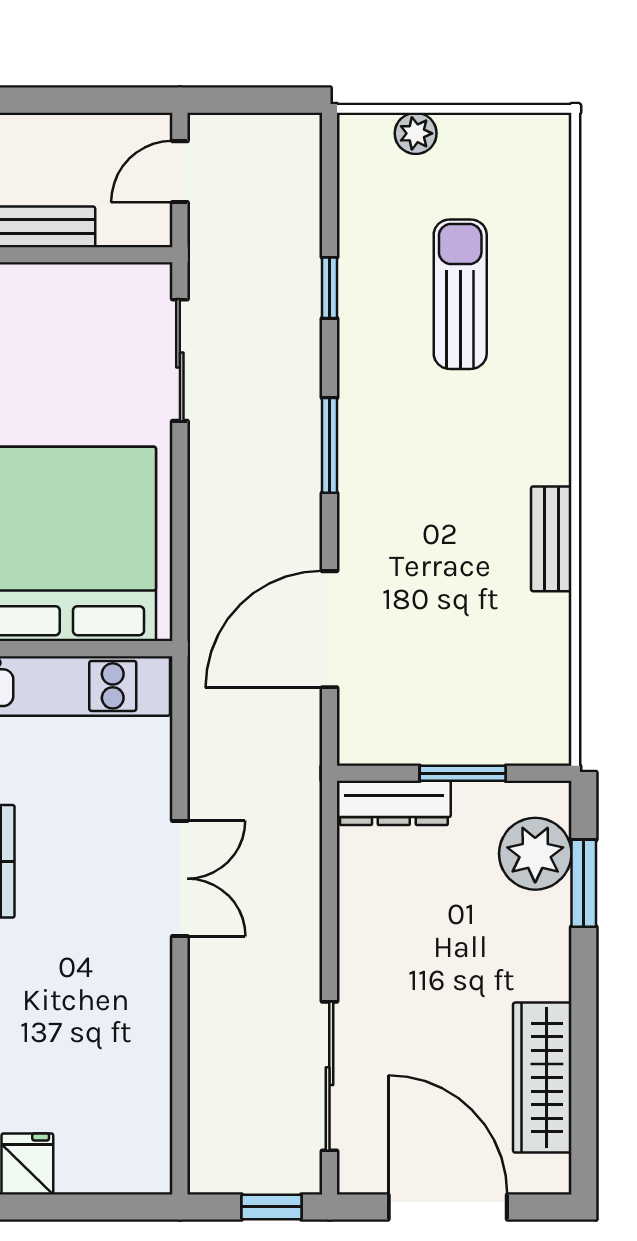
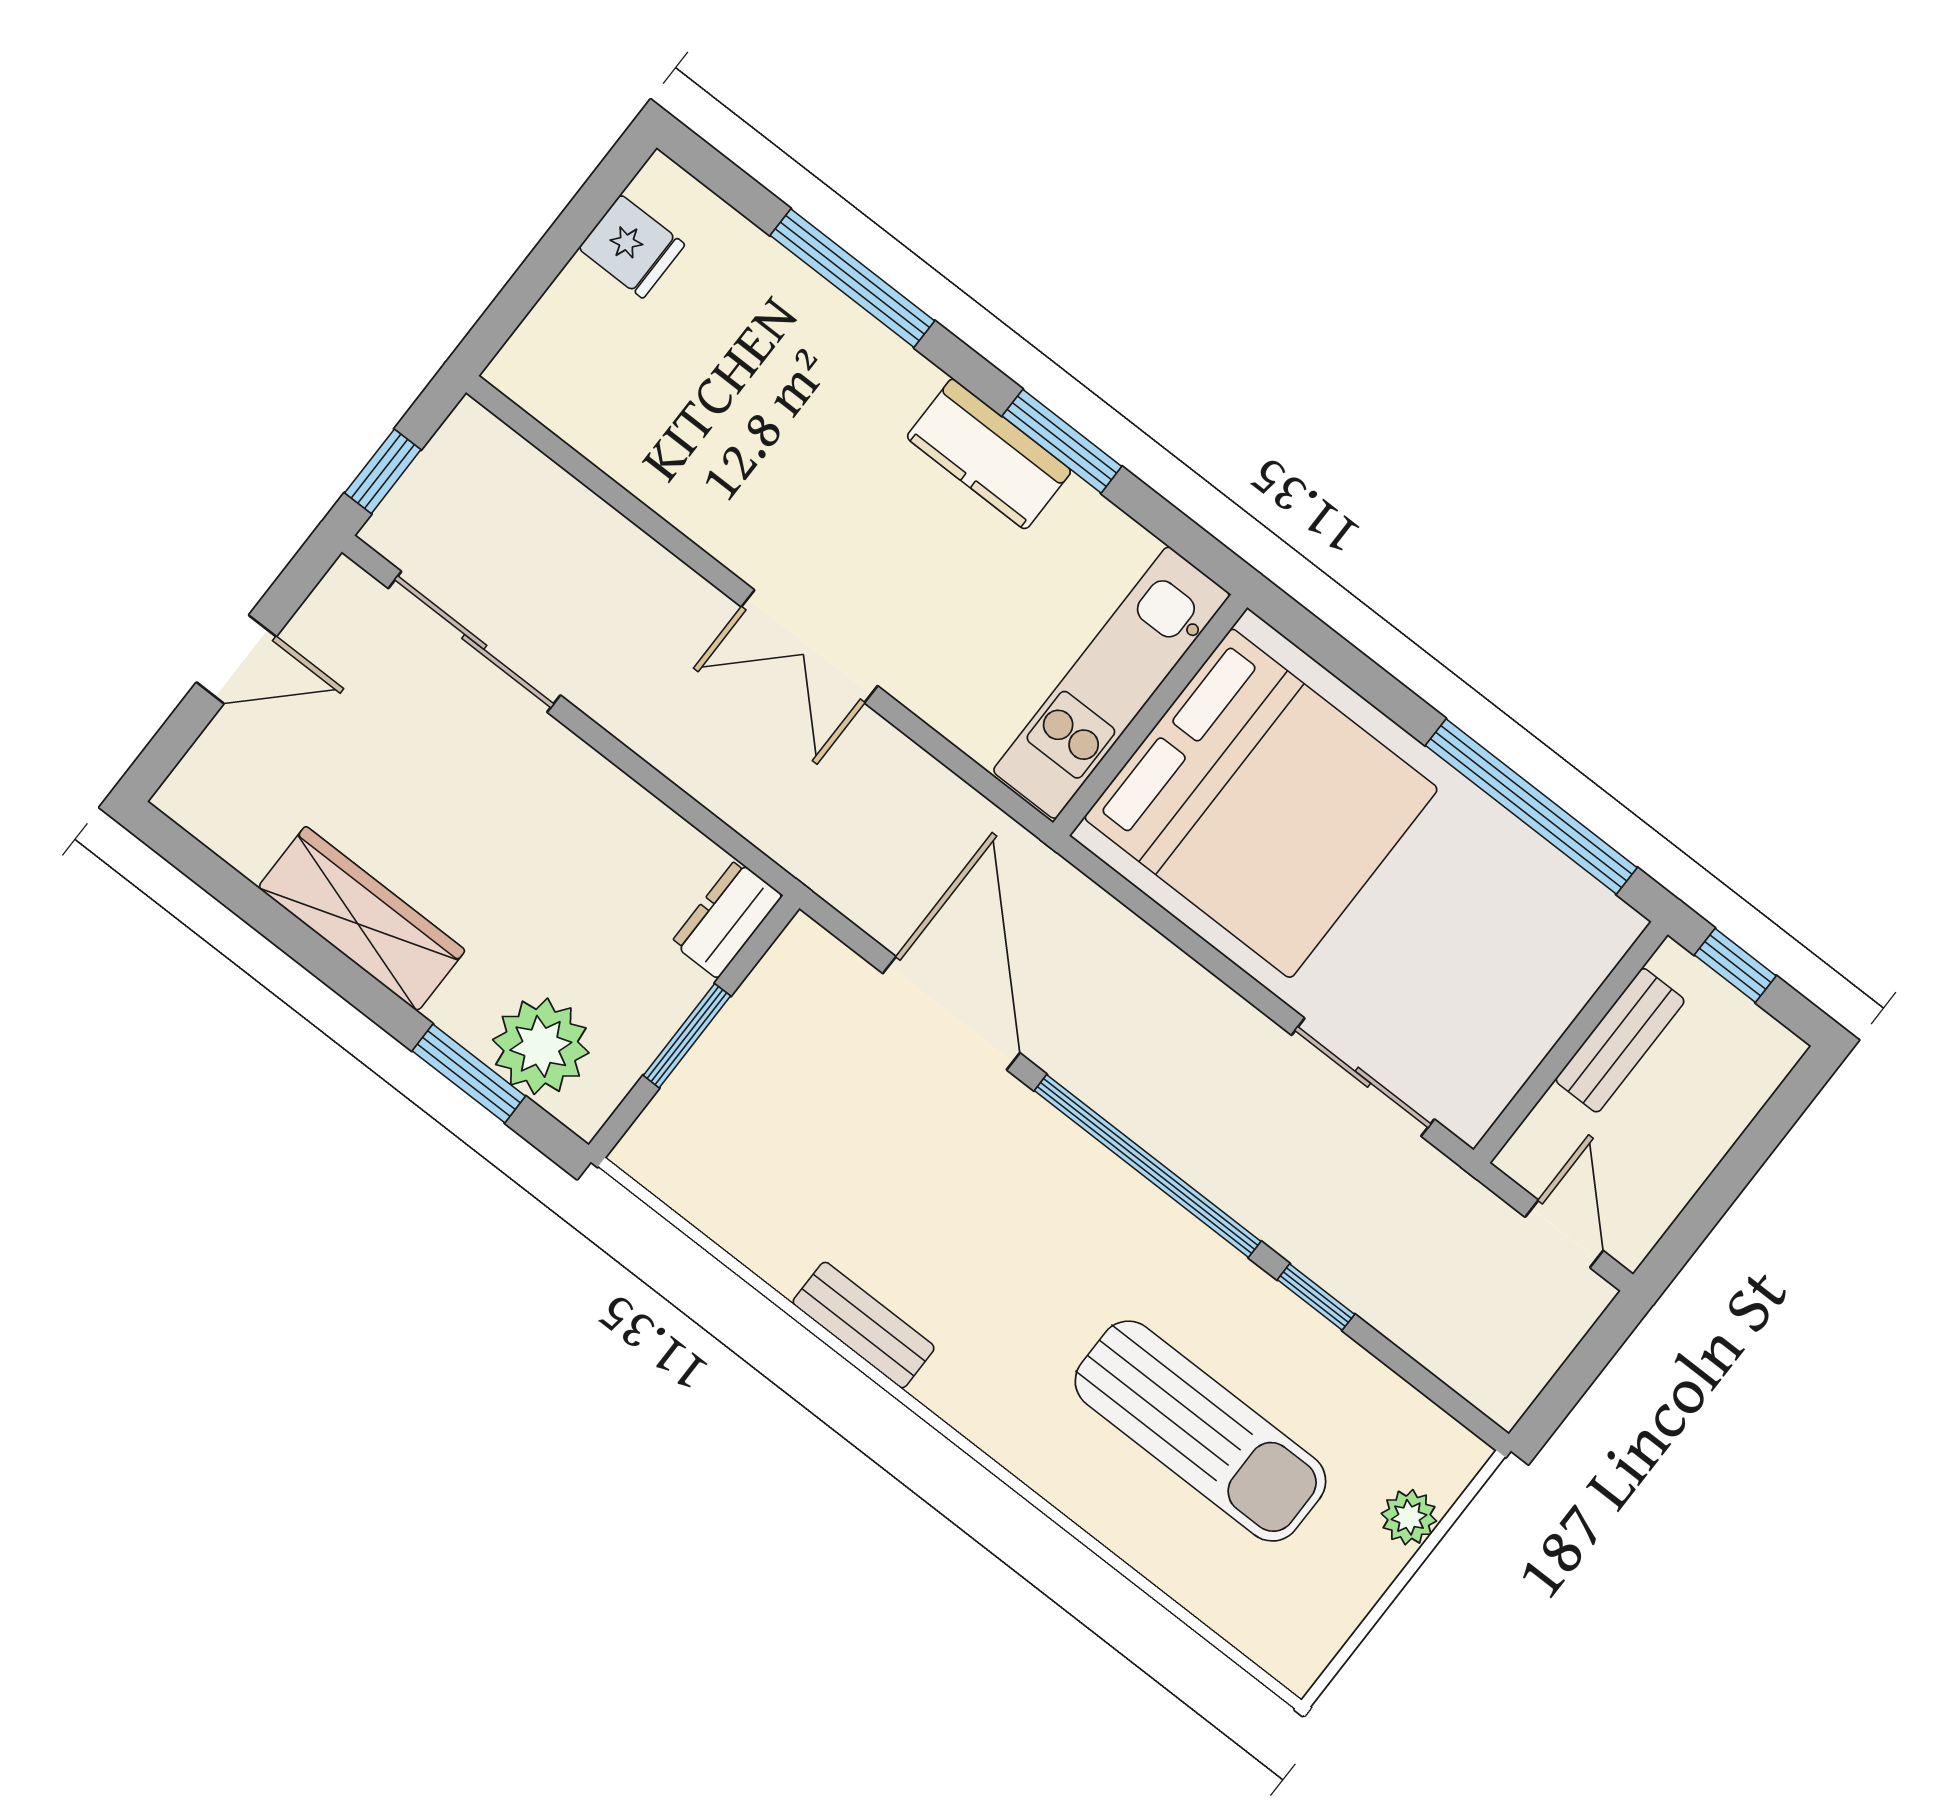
sun lounger: (460, 294) -> (1200, 1431), width x1.36, depth x1.34
window: (329, 445) -> (1148, 1166), width x2.11
dresser: (394, 803) -> (727, 919), width x0.70
wardrobe: (542, 1078) -> (362, 919), moved
door: (448, 1207) -> (236, 659), width x0.53

